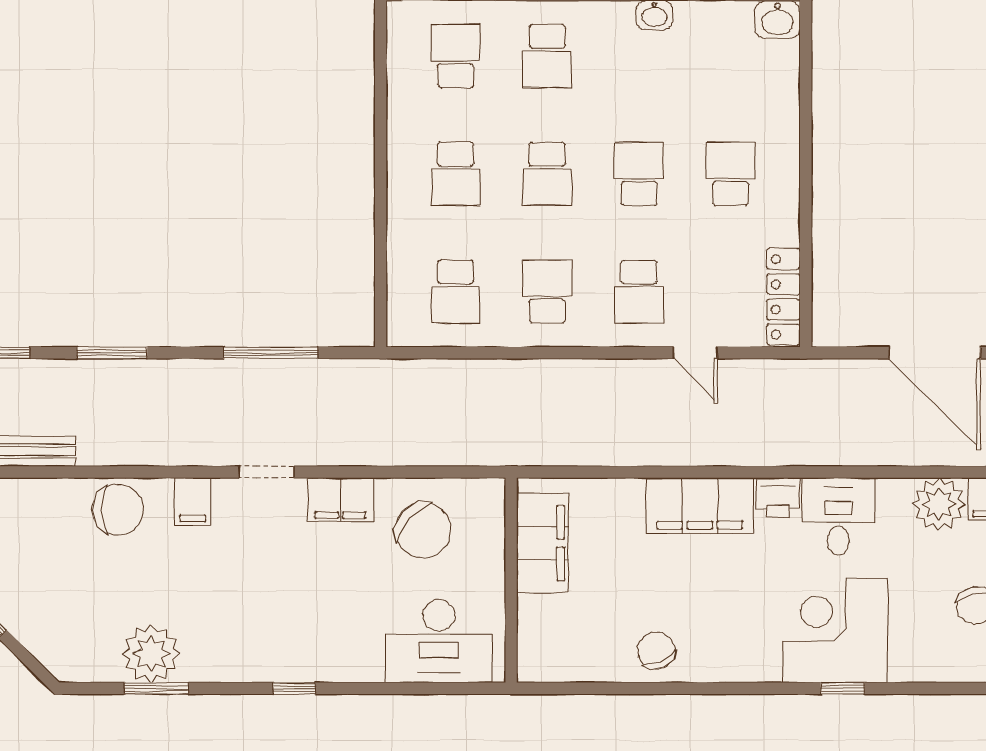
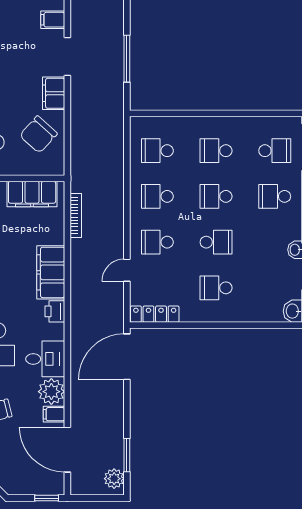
school desk: (731, 174) -> (216, 288), turned 180
school desk: (547, 292) -> (157, 196), turned 180
door: (935, 353) -> (127, 357), moved
bookcase: (586, 455) -> (76, 215), added
doorway: (266, 472) -> (67, 56), width x1.38
desk: (838, 517) -> (45, 359), moved

